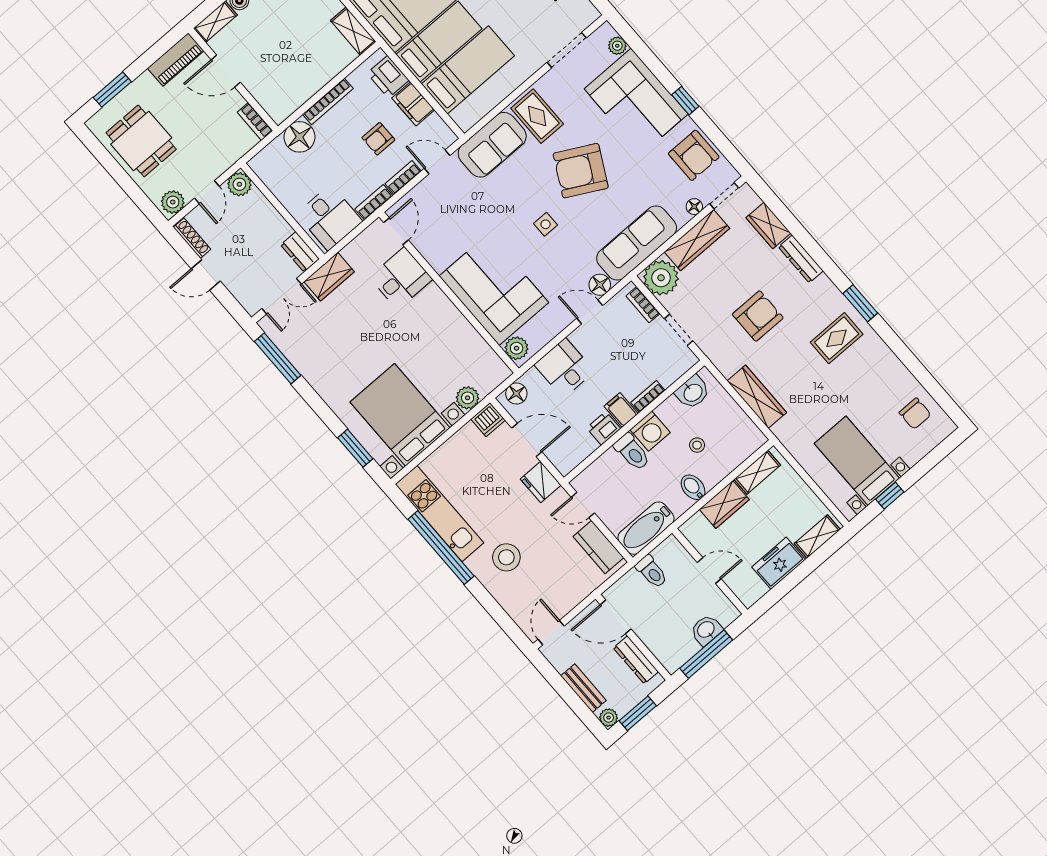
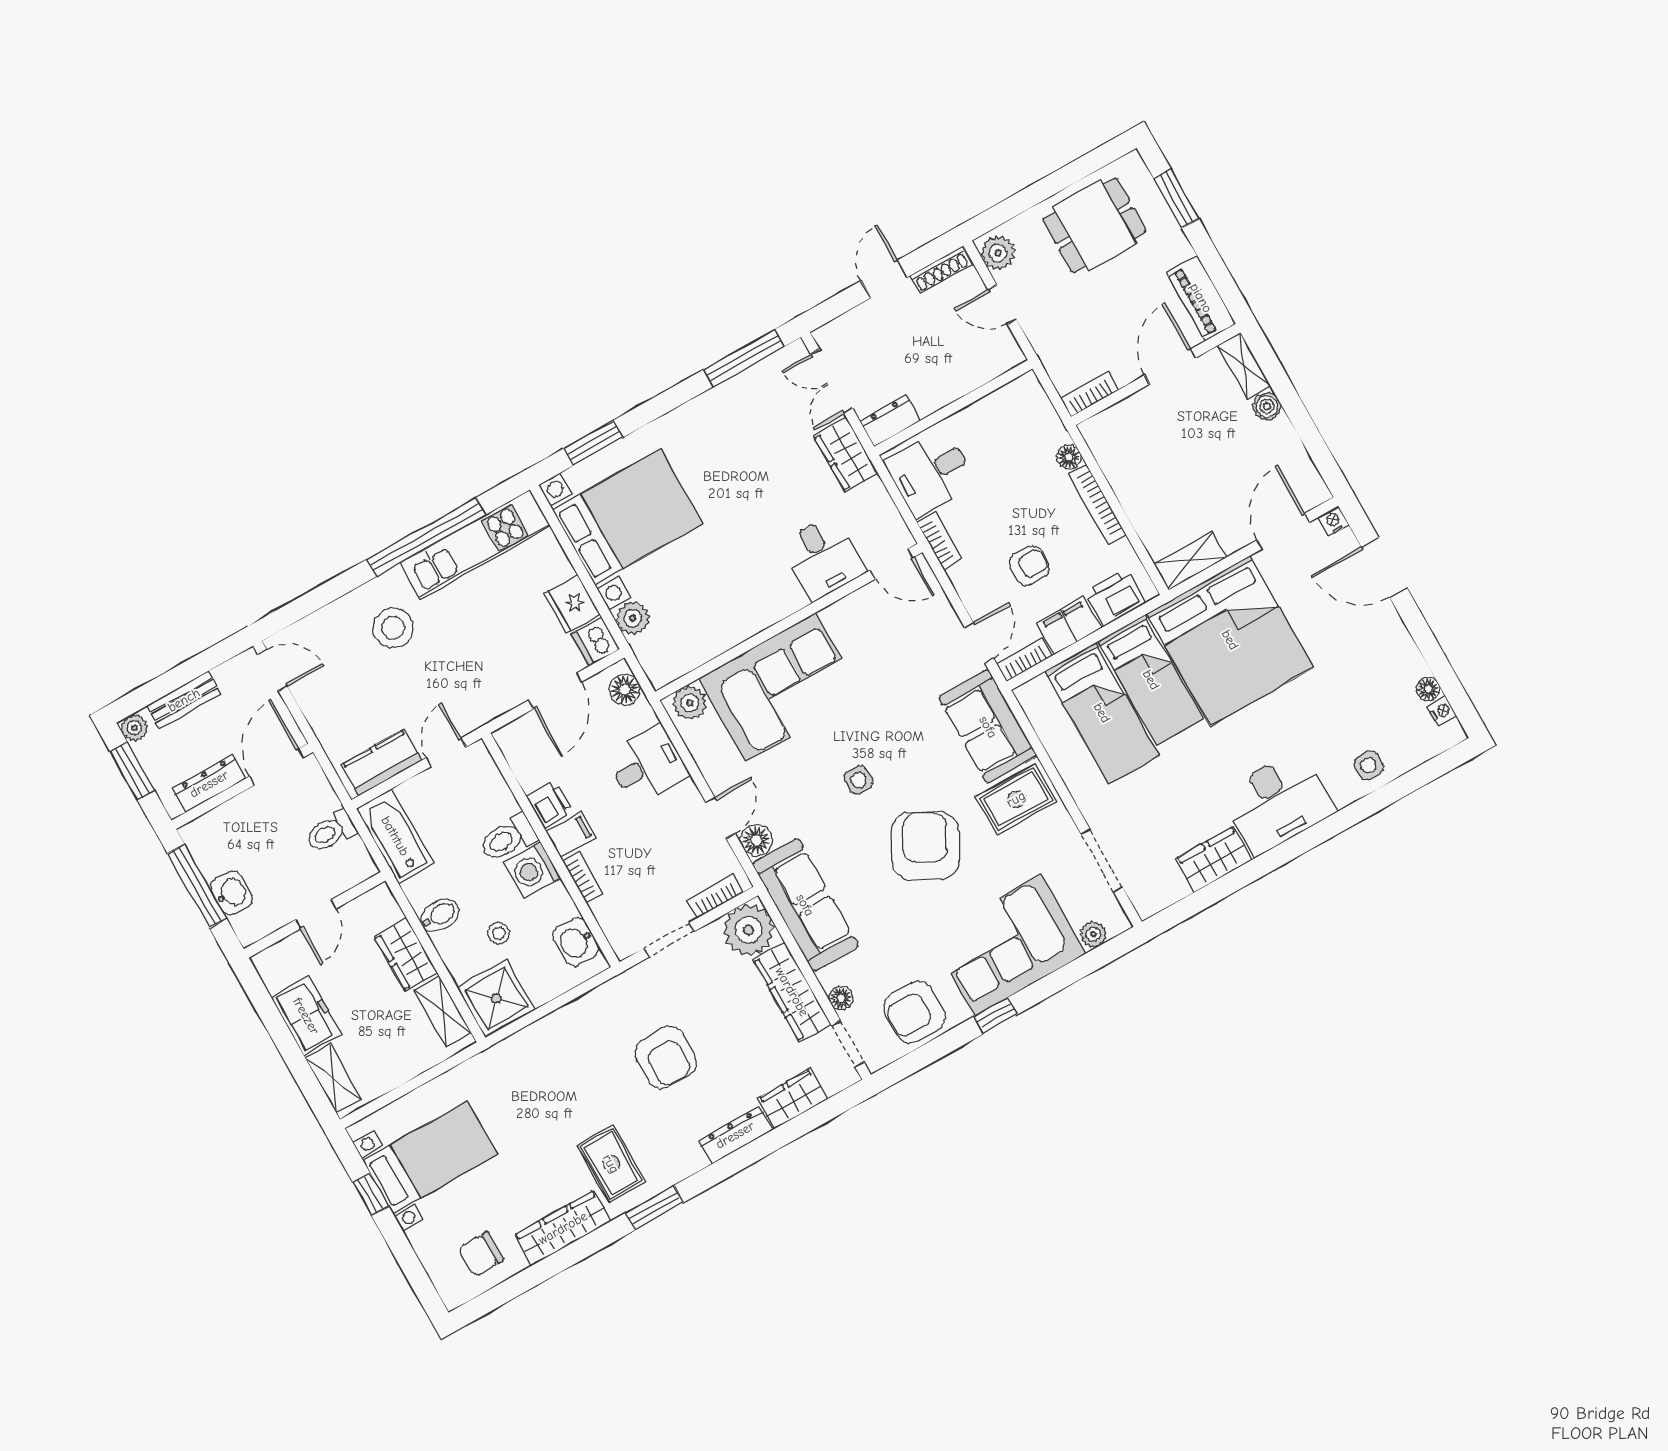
floor lamp: (299, 137) -> (1069, 457), width x0.53, depth x0.53
armchair: (378, 139) -> (1029, 565), turned 93
bookcase: (403, 177) -> (1024, 660), moved, turned -90
plant: (239, 184) -> (1004, 353), removed
wardrobe: (757, 397) -> (563, 1228), moved, turned 180
shower: (741, 438) -> (496, 998), added
fridge: (541, 482) -> (572, 604), moved, turned -90

